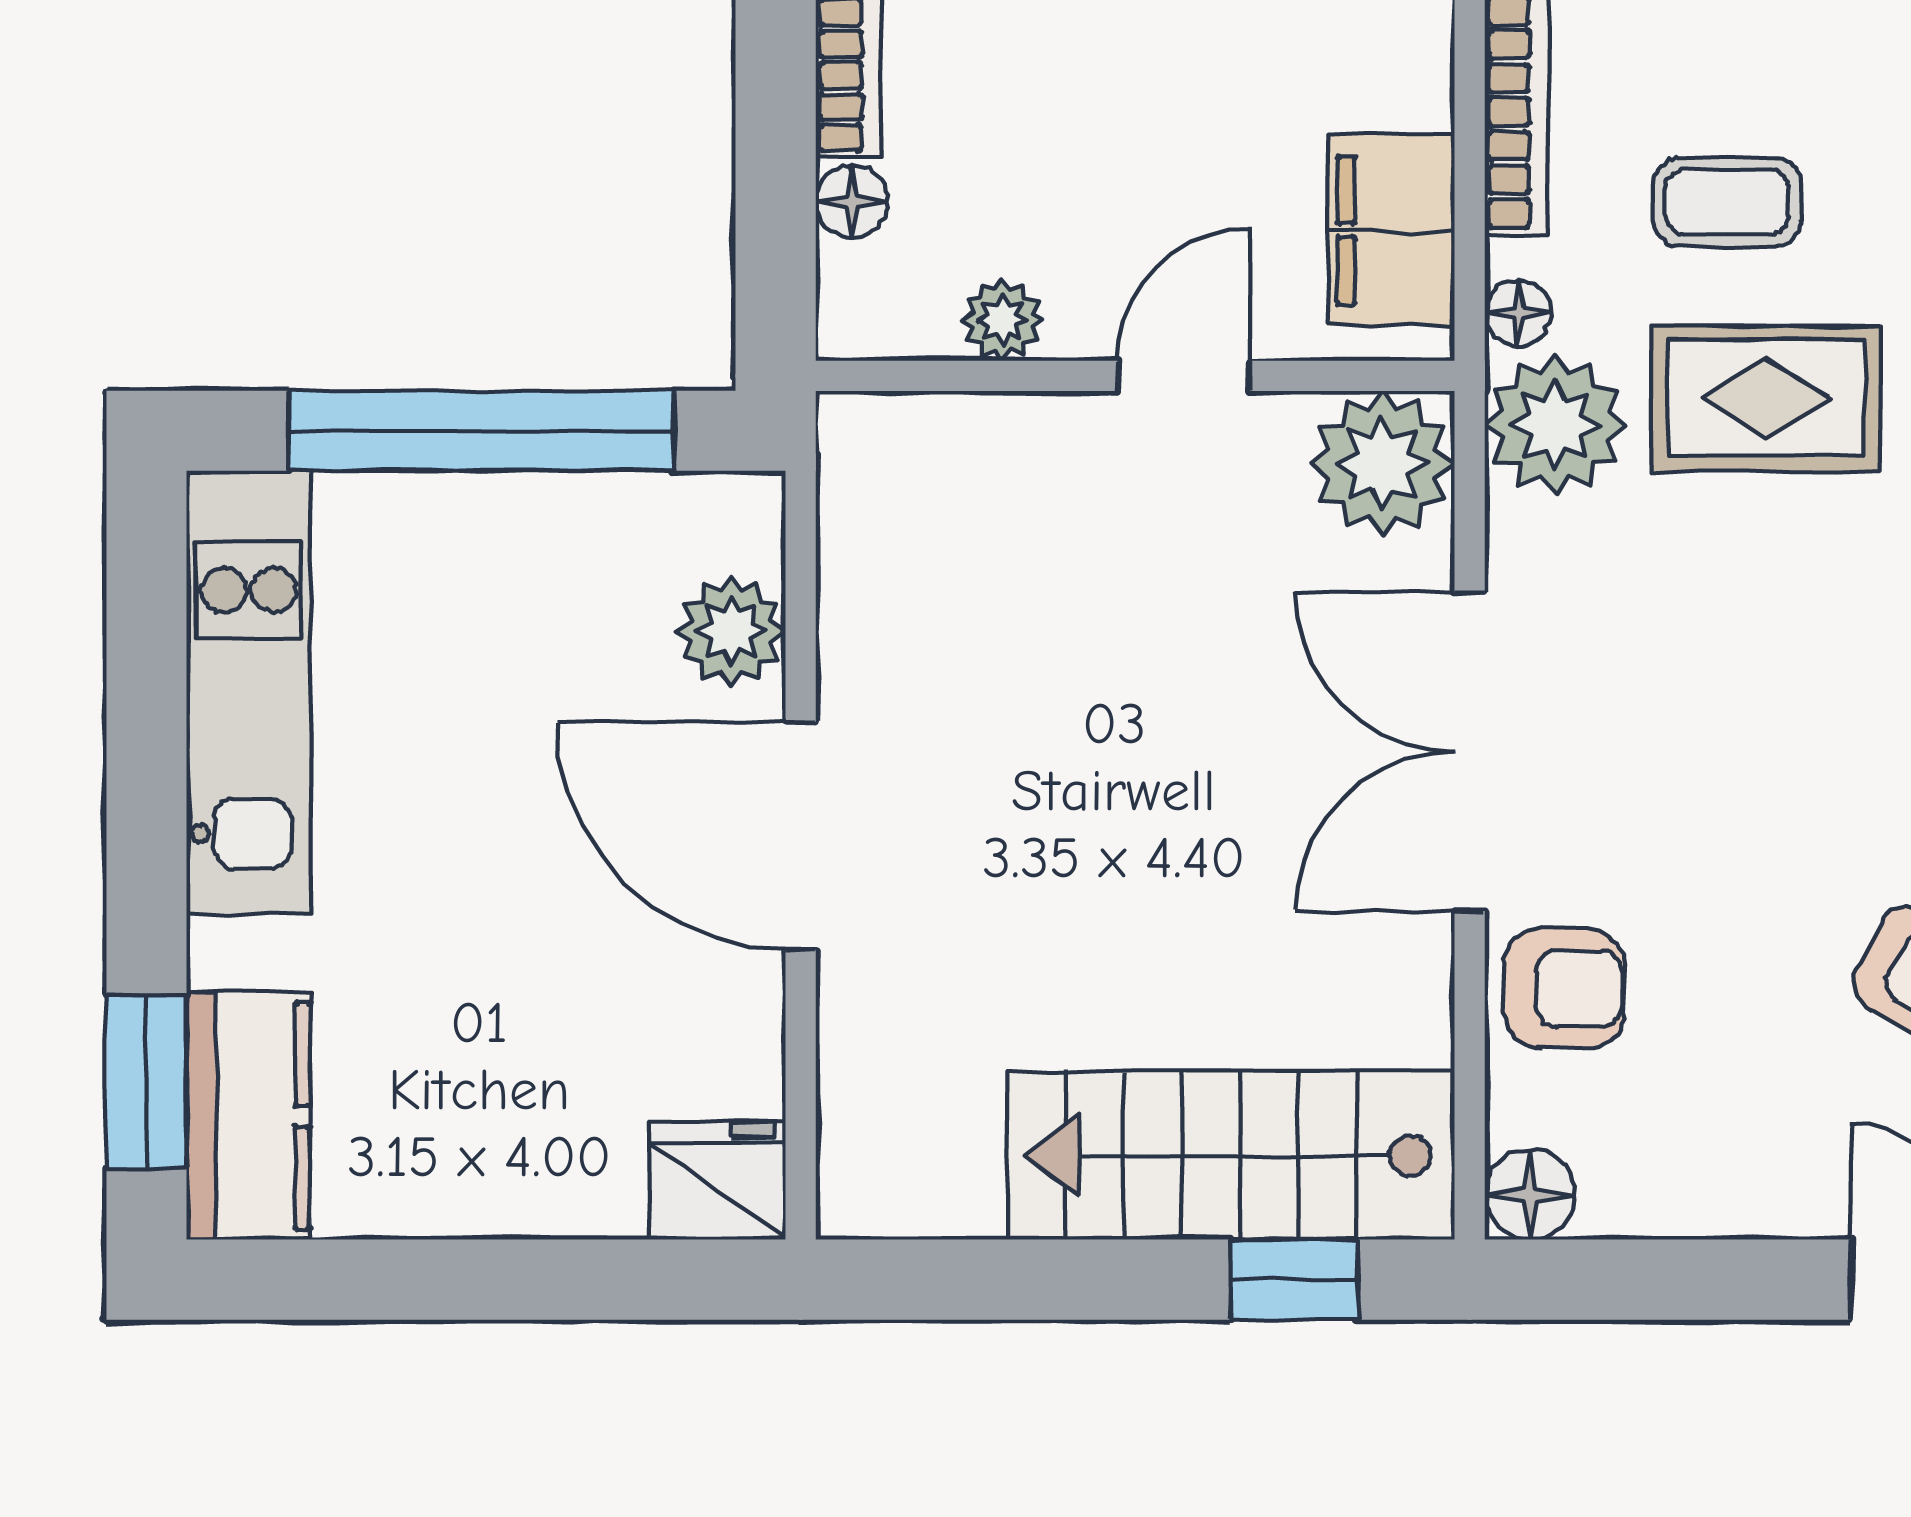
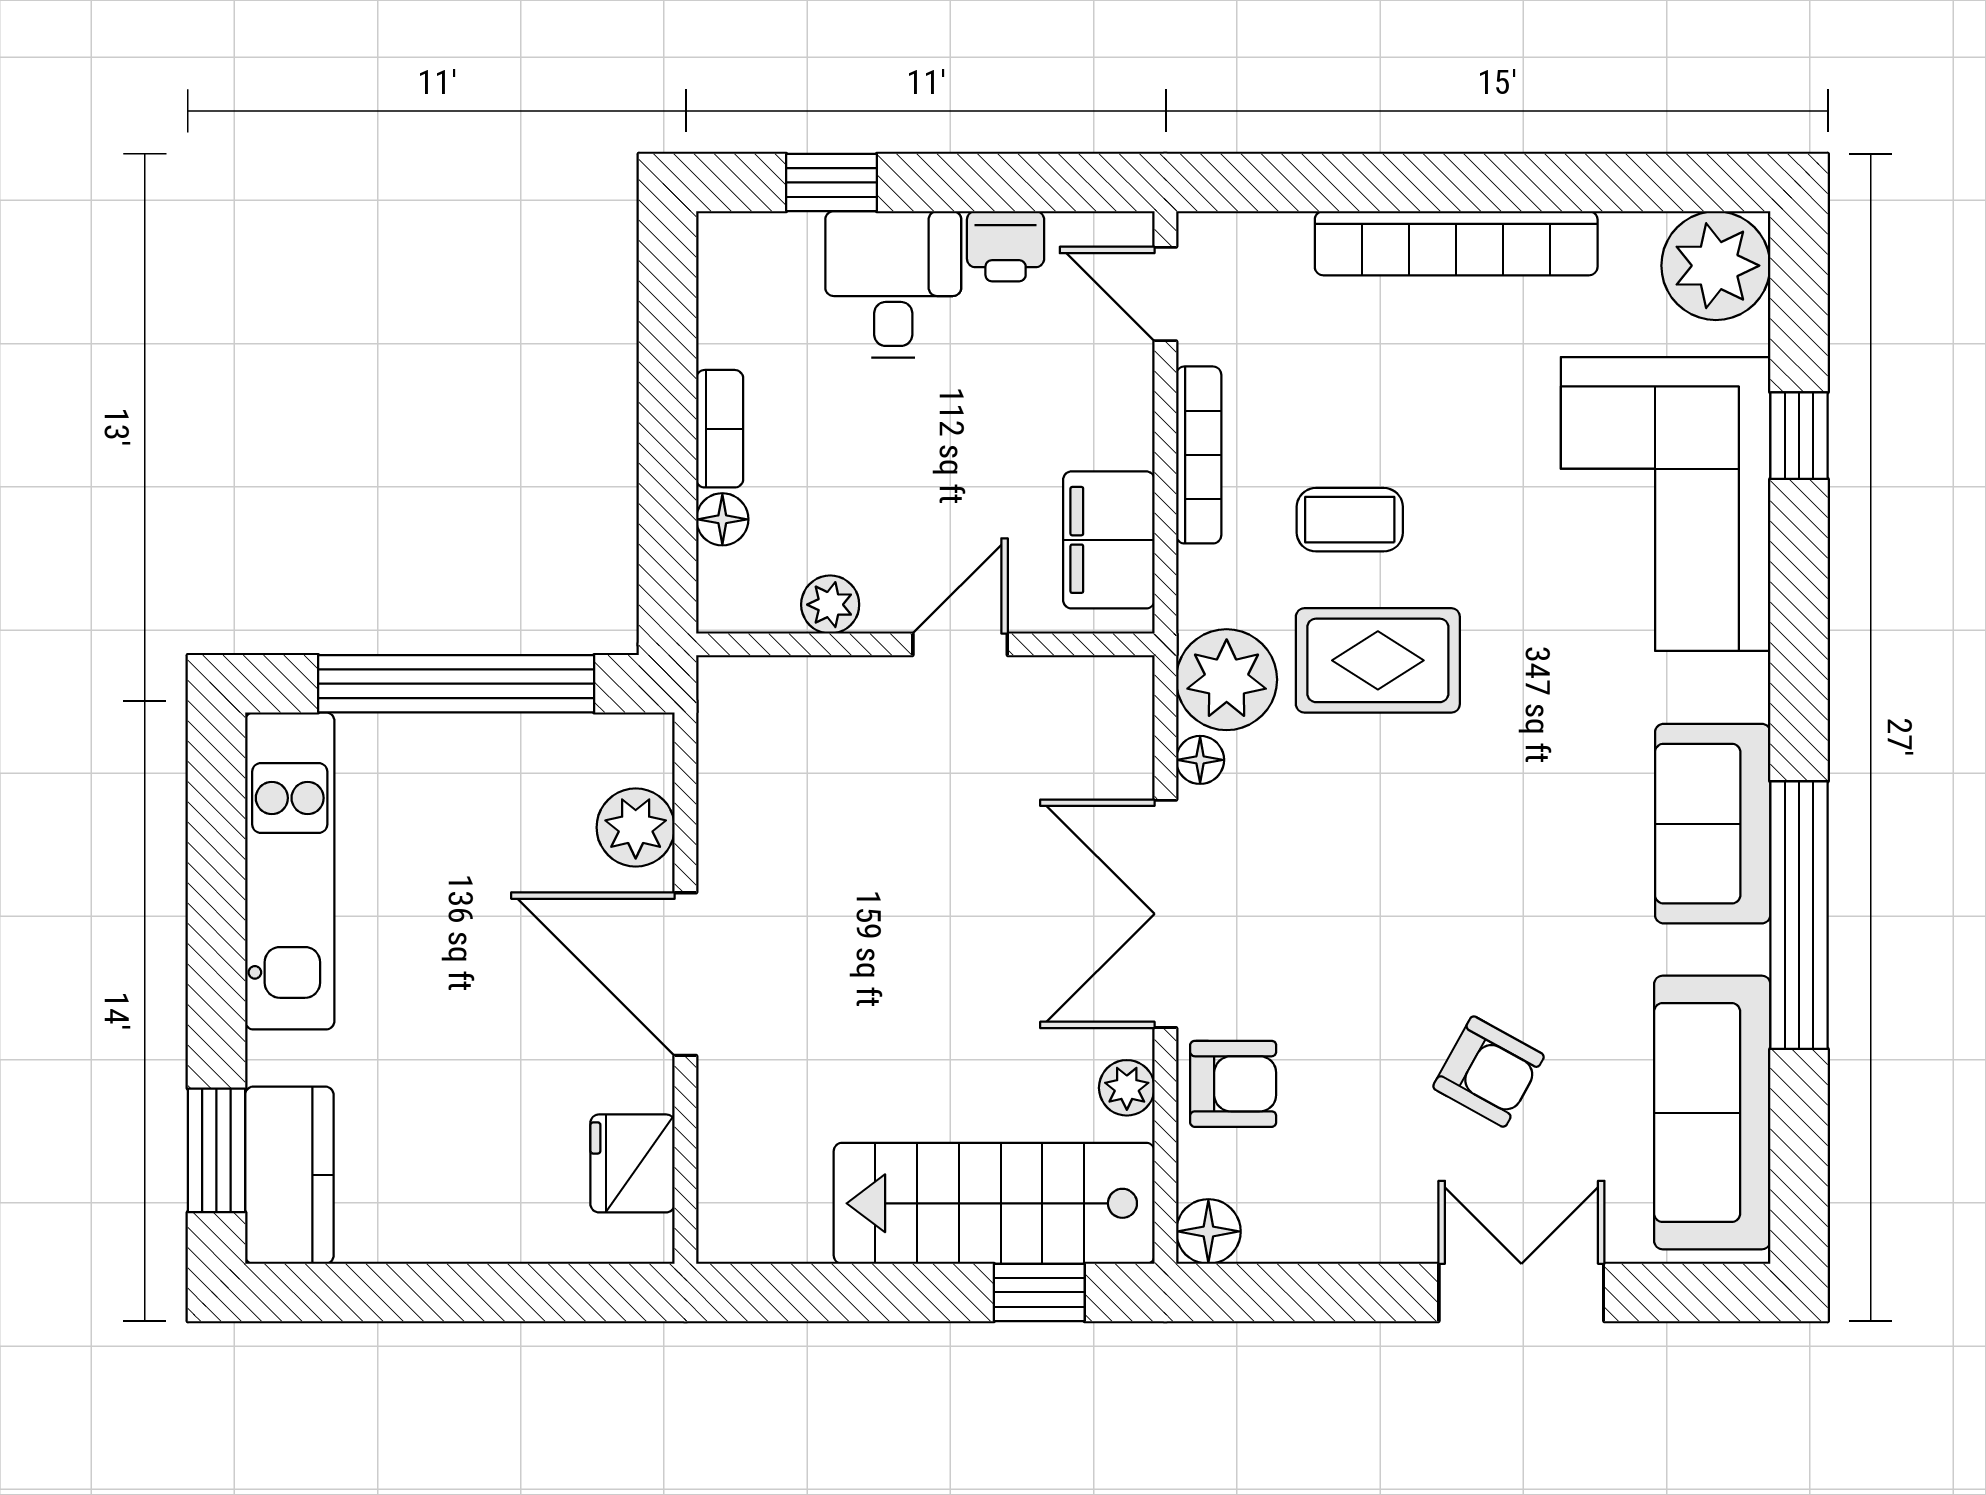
floor lamp: (1518, 313) -> (1200, 760), moved
plant: (1382, 463) -> (1127, 1088), moved, width x0.53, depth x0.53
fridge: (717, 1181) -> (633, 1163), moved, turned -90

